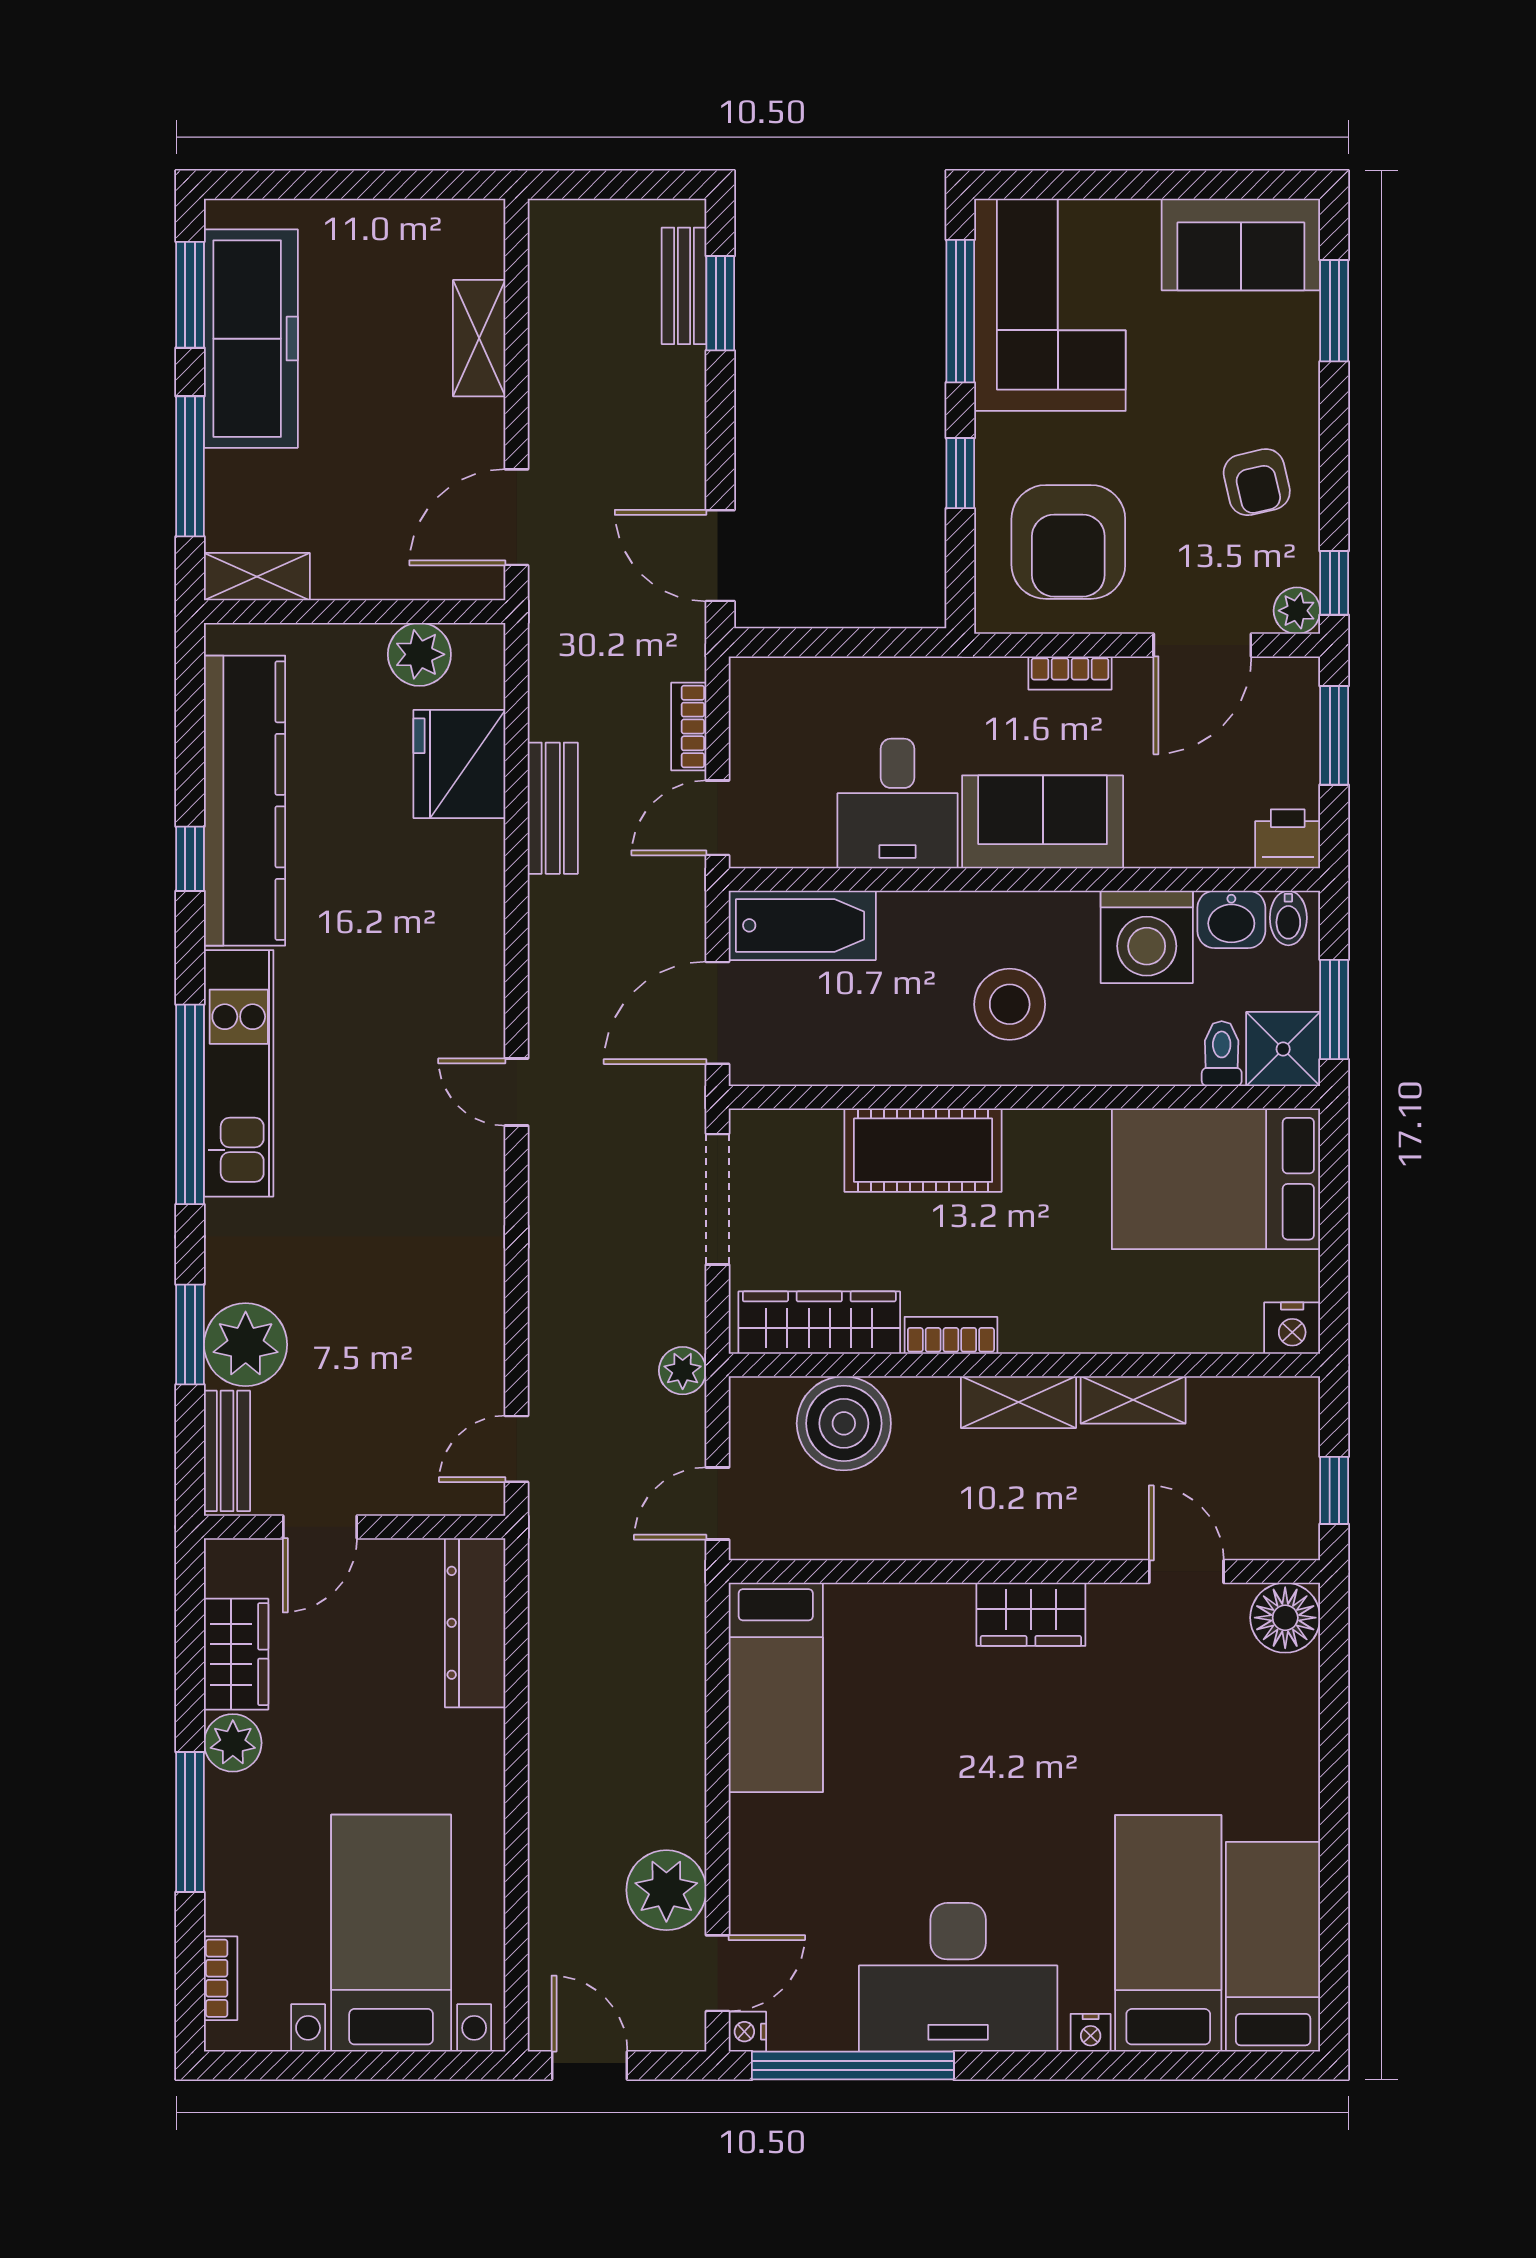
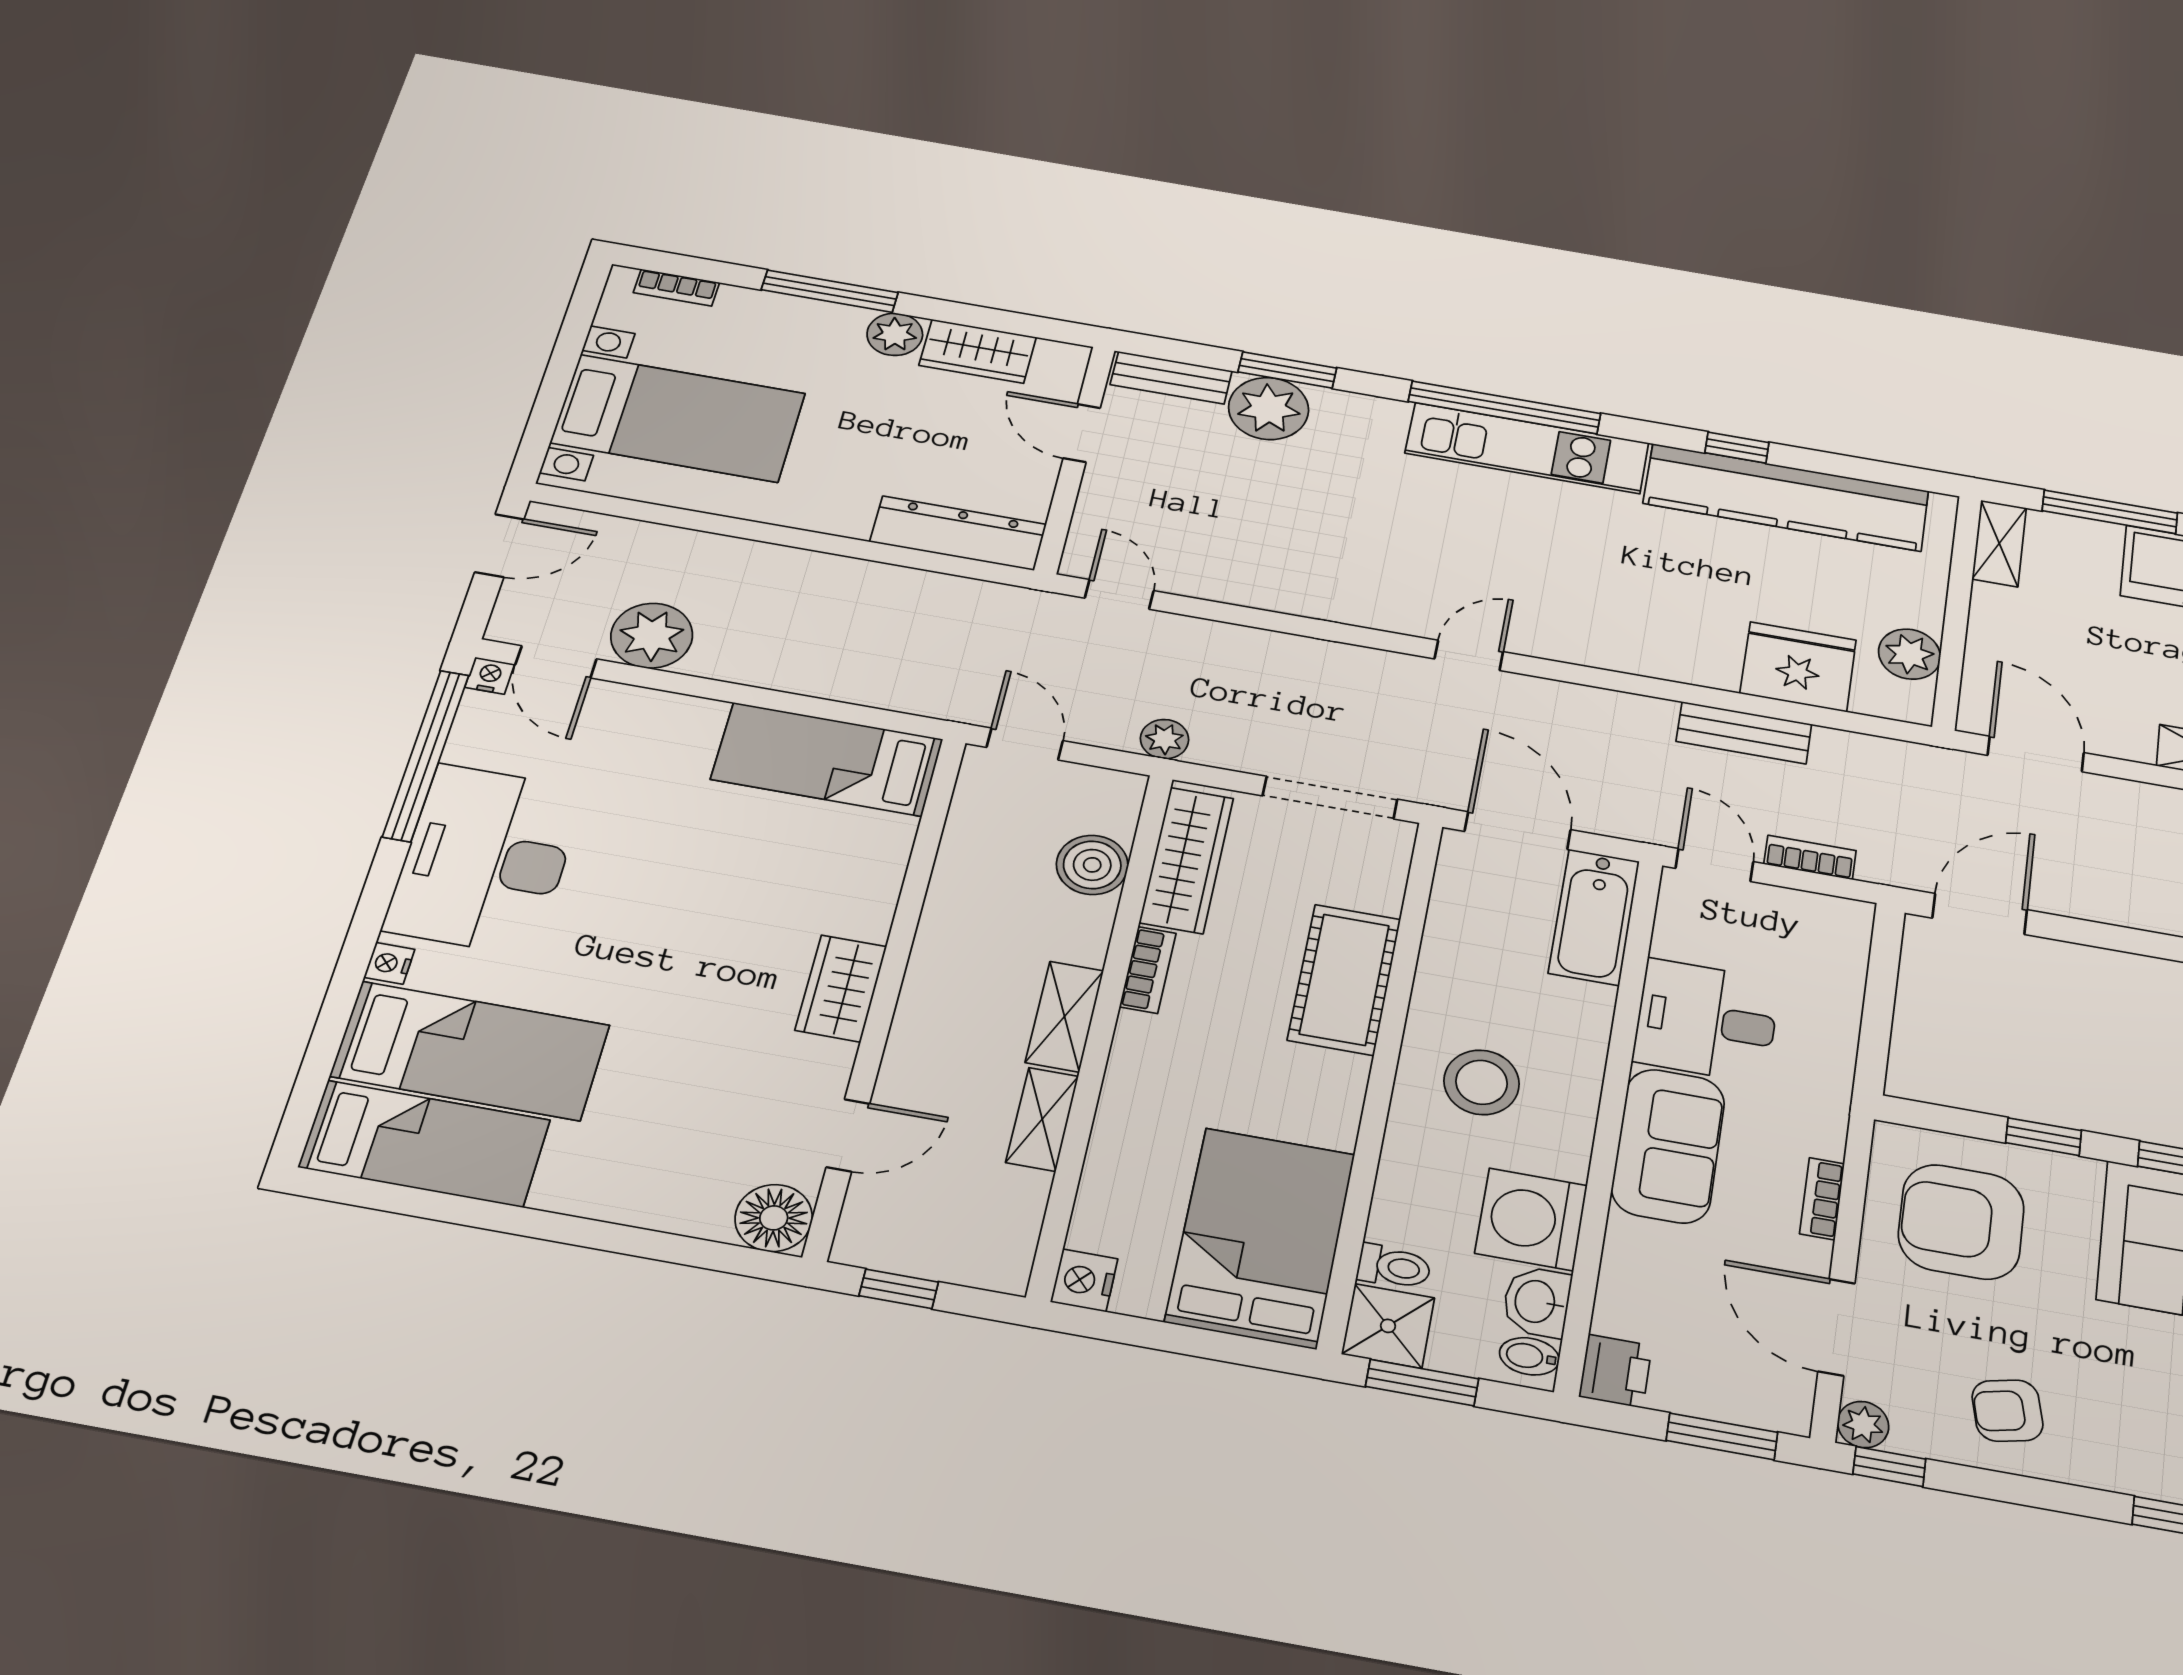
boiler: (844, 1423) -> (1092, 865), width x0.73, depth x0.73

